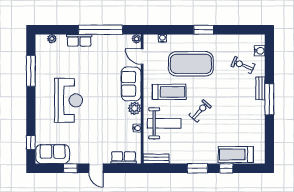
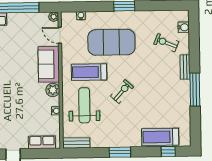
treadmill: (169, 92) -> (89, 72), turned 180
window: (269, 99) -> (195, 90), moved
weight bench: (164, 123) -> (84, 105), turned -90
window: (226, 168) -> (168, 151), moved

